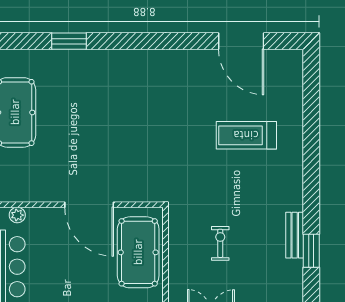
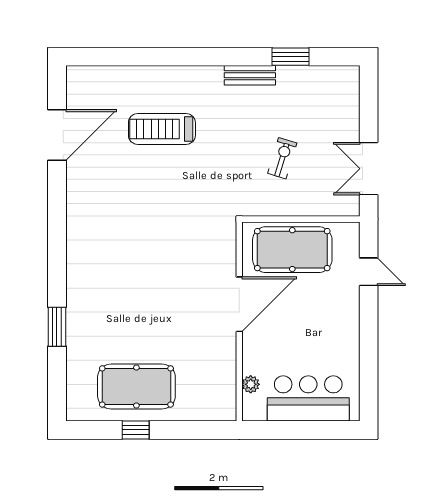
treadmill: (246, 135) -> (162, 129), turned 90
bench: (295, 235) -> (250, 75), moved
exercise bike: (220, 243) -> (282, 158), turned 107

